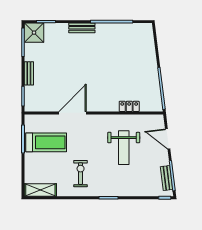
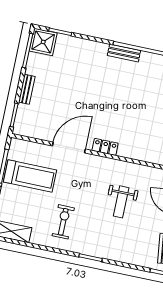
bench: (82, 28) -> (124, 53), moved
locker: (129, 106) -> (105, 147), moved
weight bench: (124, 148) -> (121, 202), width x0.73, depth x0.75

